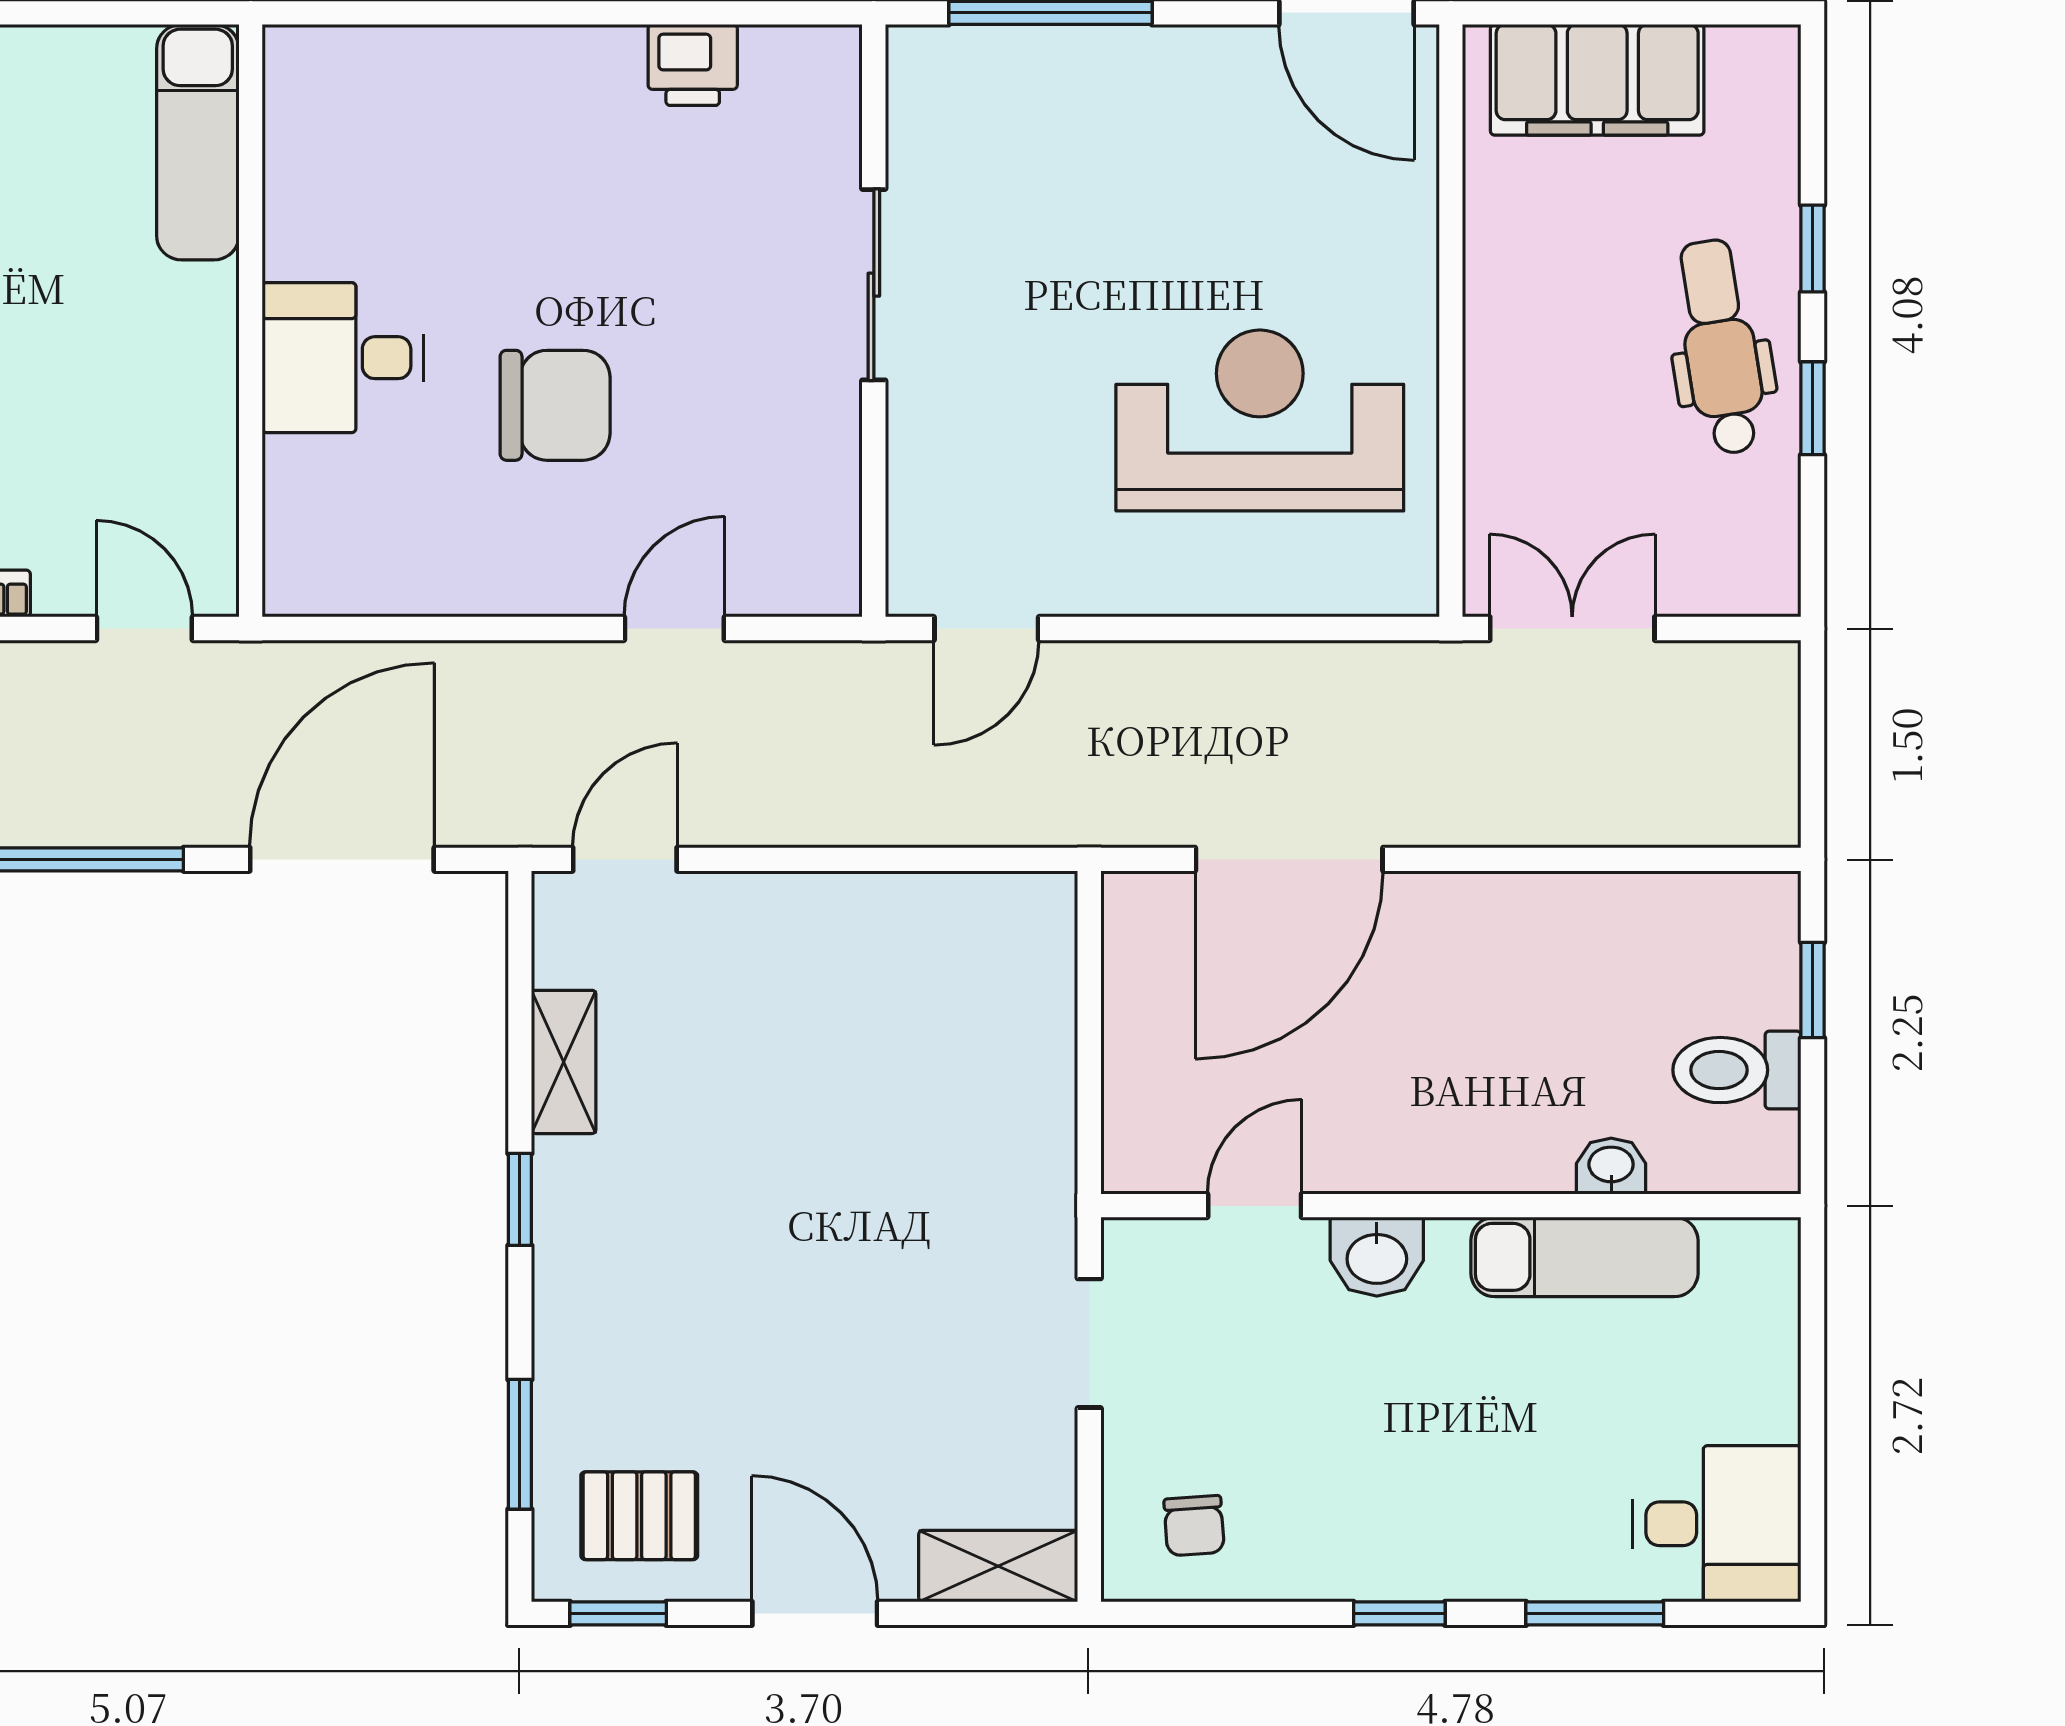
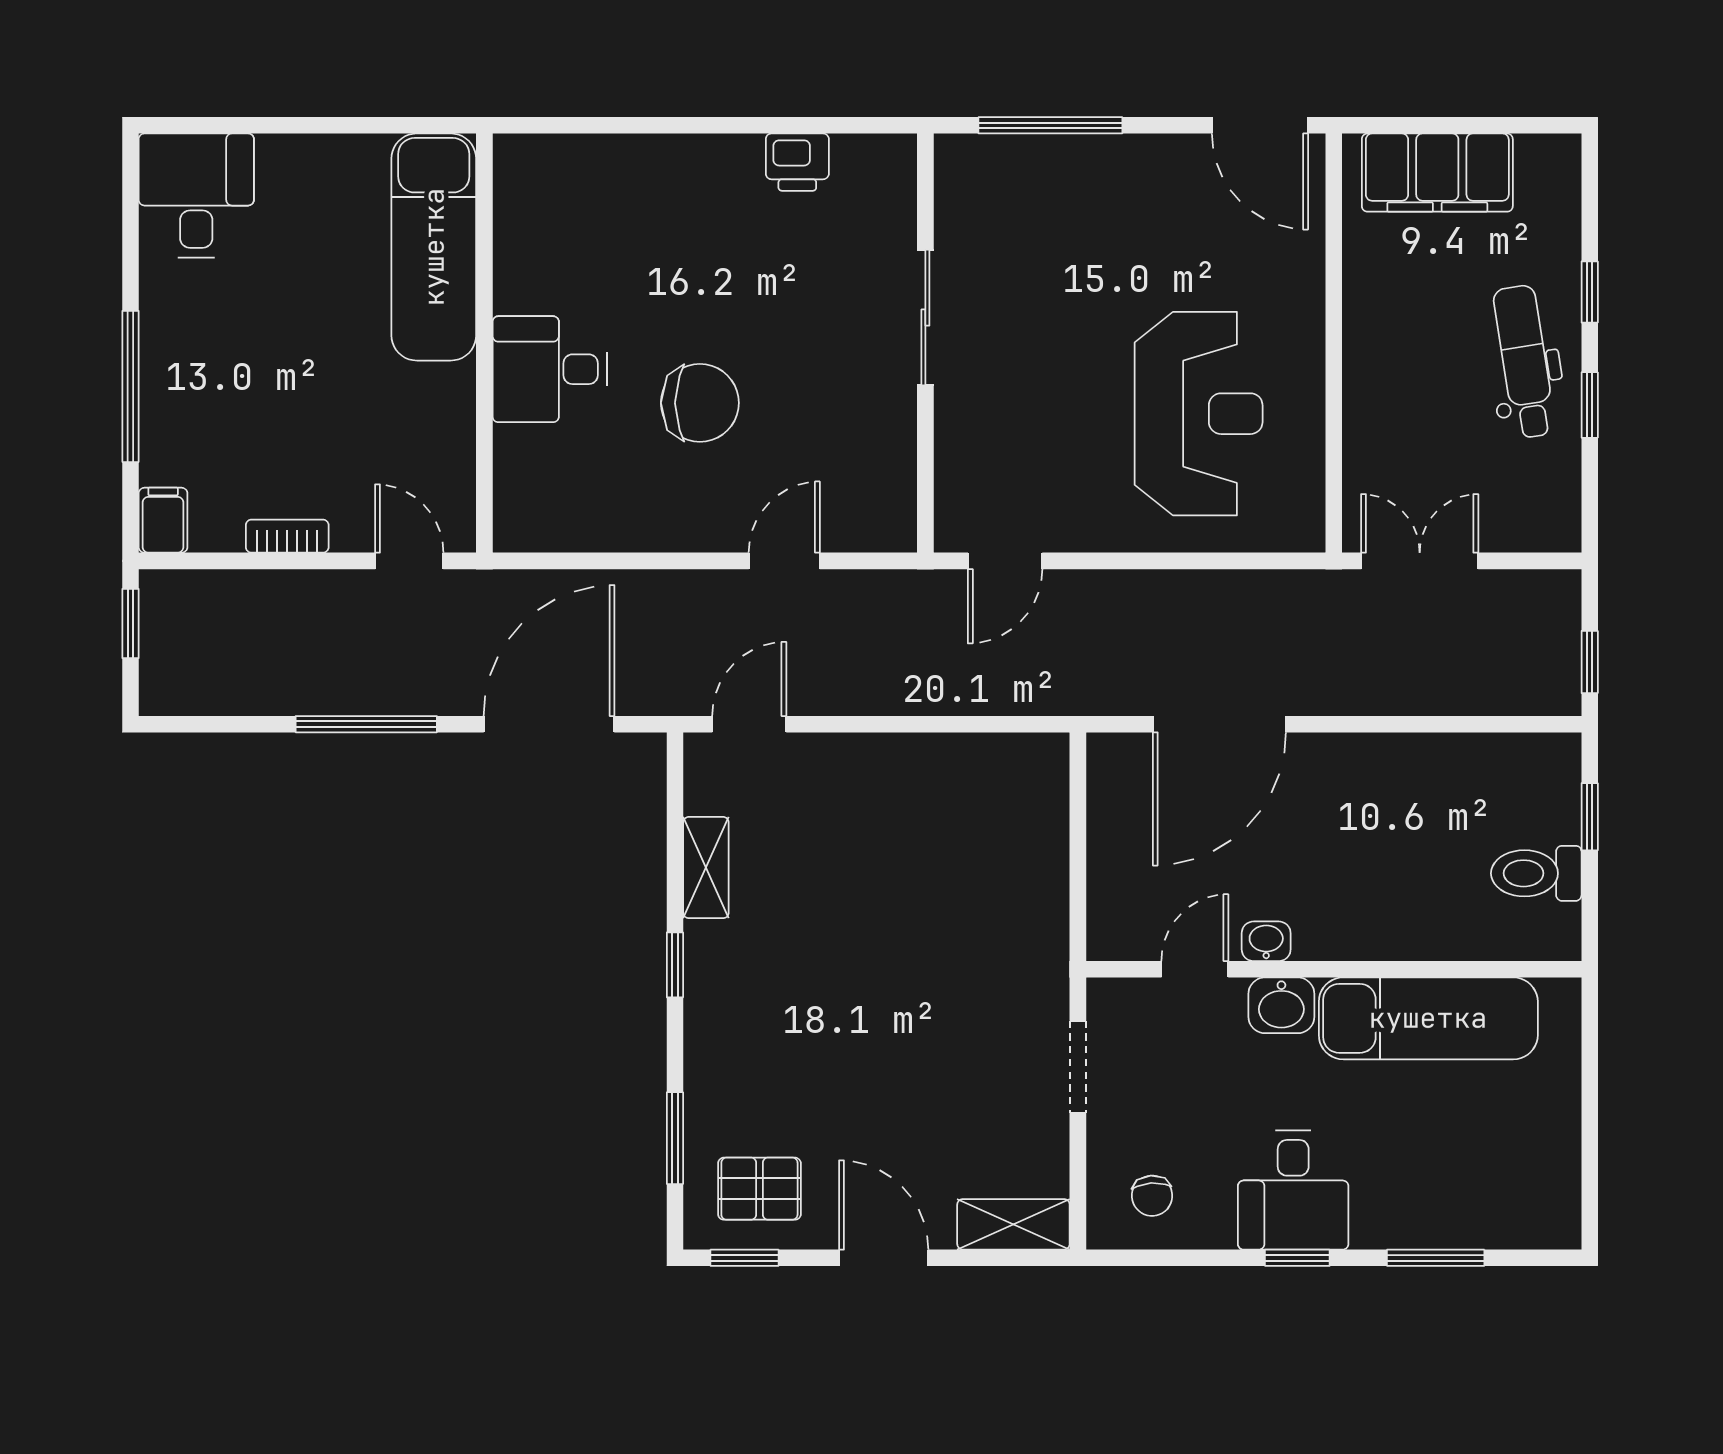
exam couch: (198, 142) -> (434, 247), width x1.36, depth x1.45
reception desk: (1260, 420) -> (1199, 414), turned 90
window: (1813, 771) -> (1590, 662), added
washbasin: (1611, 1166) -> (1266, 941), moved
exam couch: (1584, 1257) -> (1428, 1018), width x1.36, depth x1.45
desk: (1717, 1524) -> (1293, 1190), moved, turned 90

